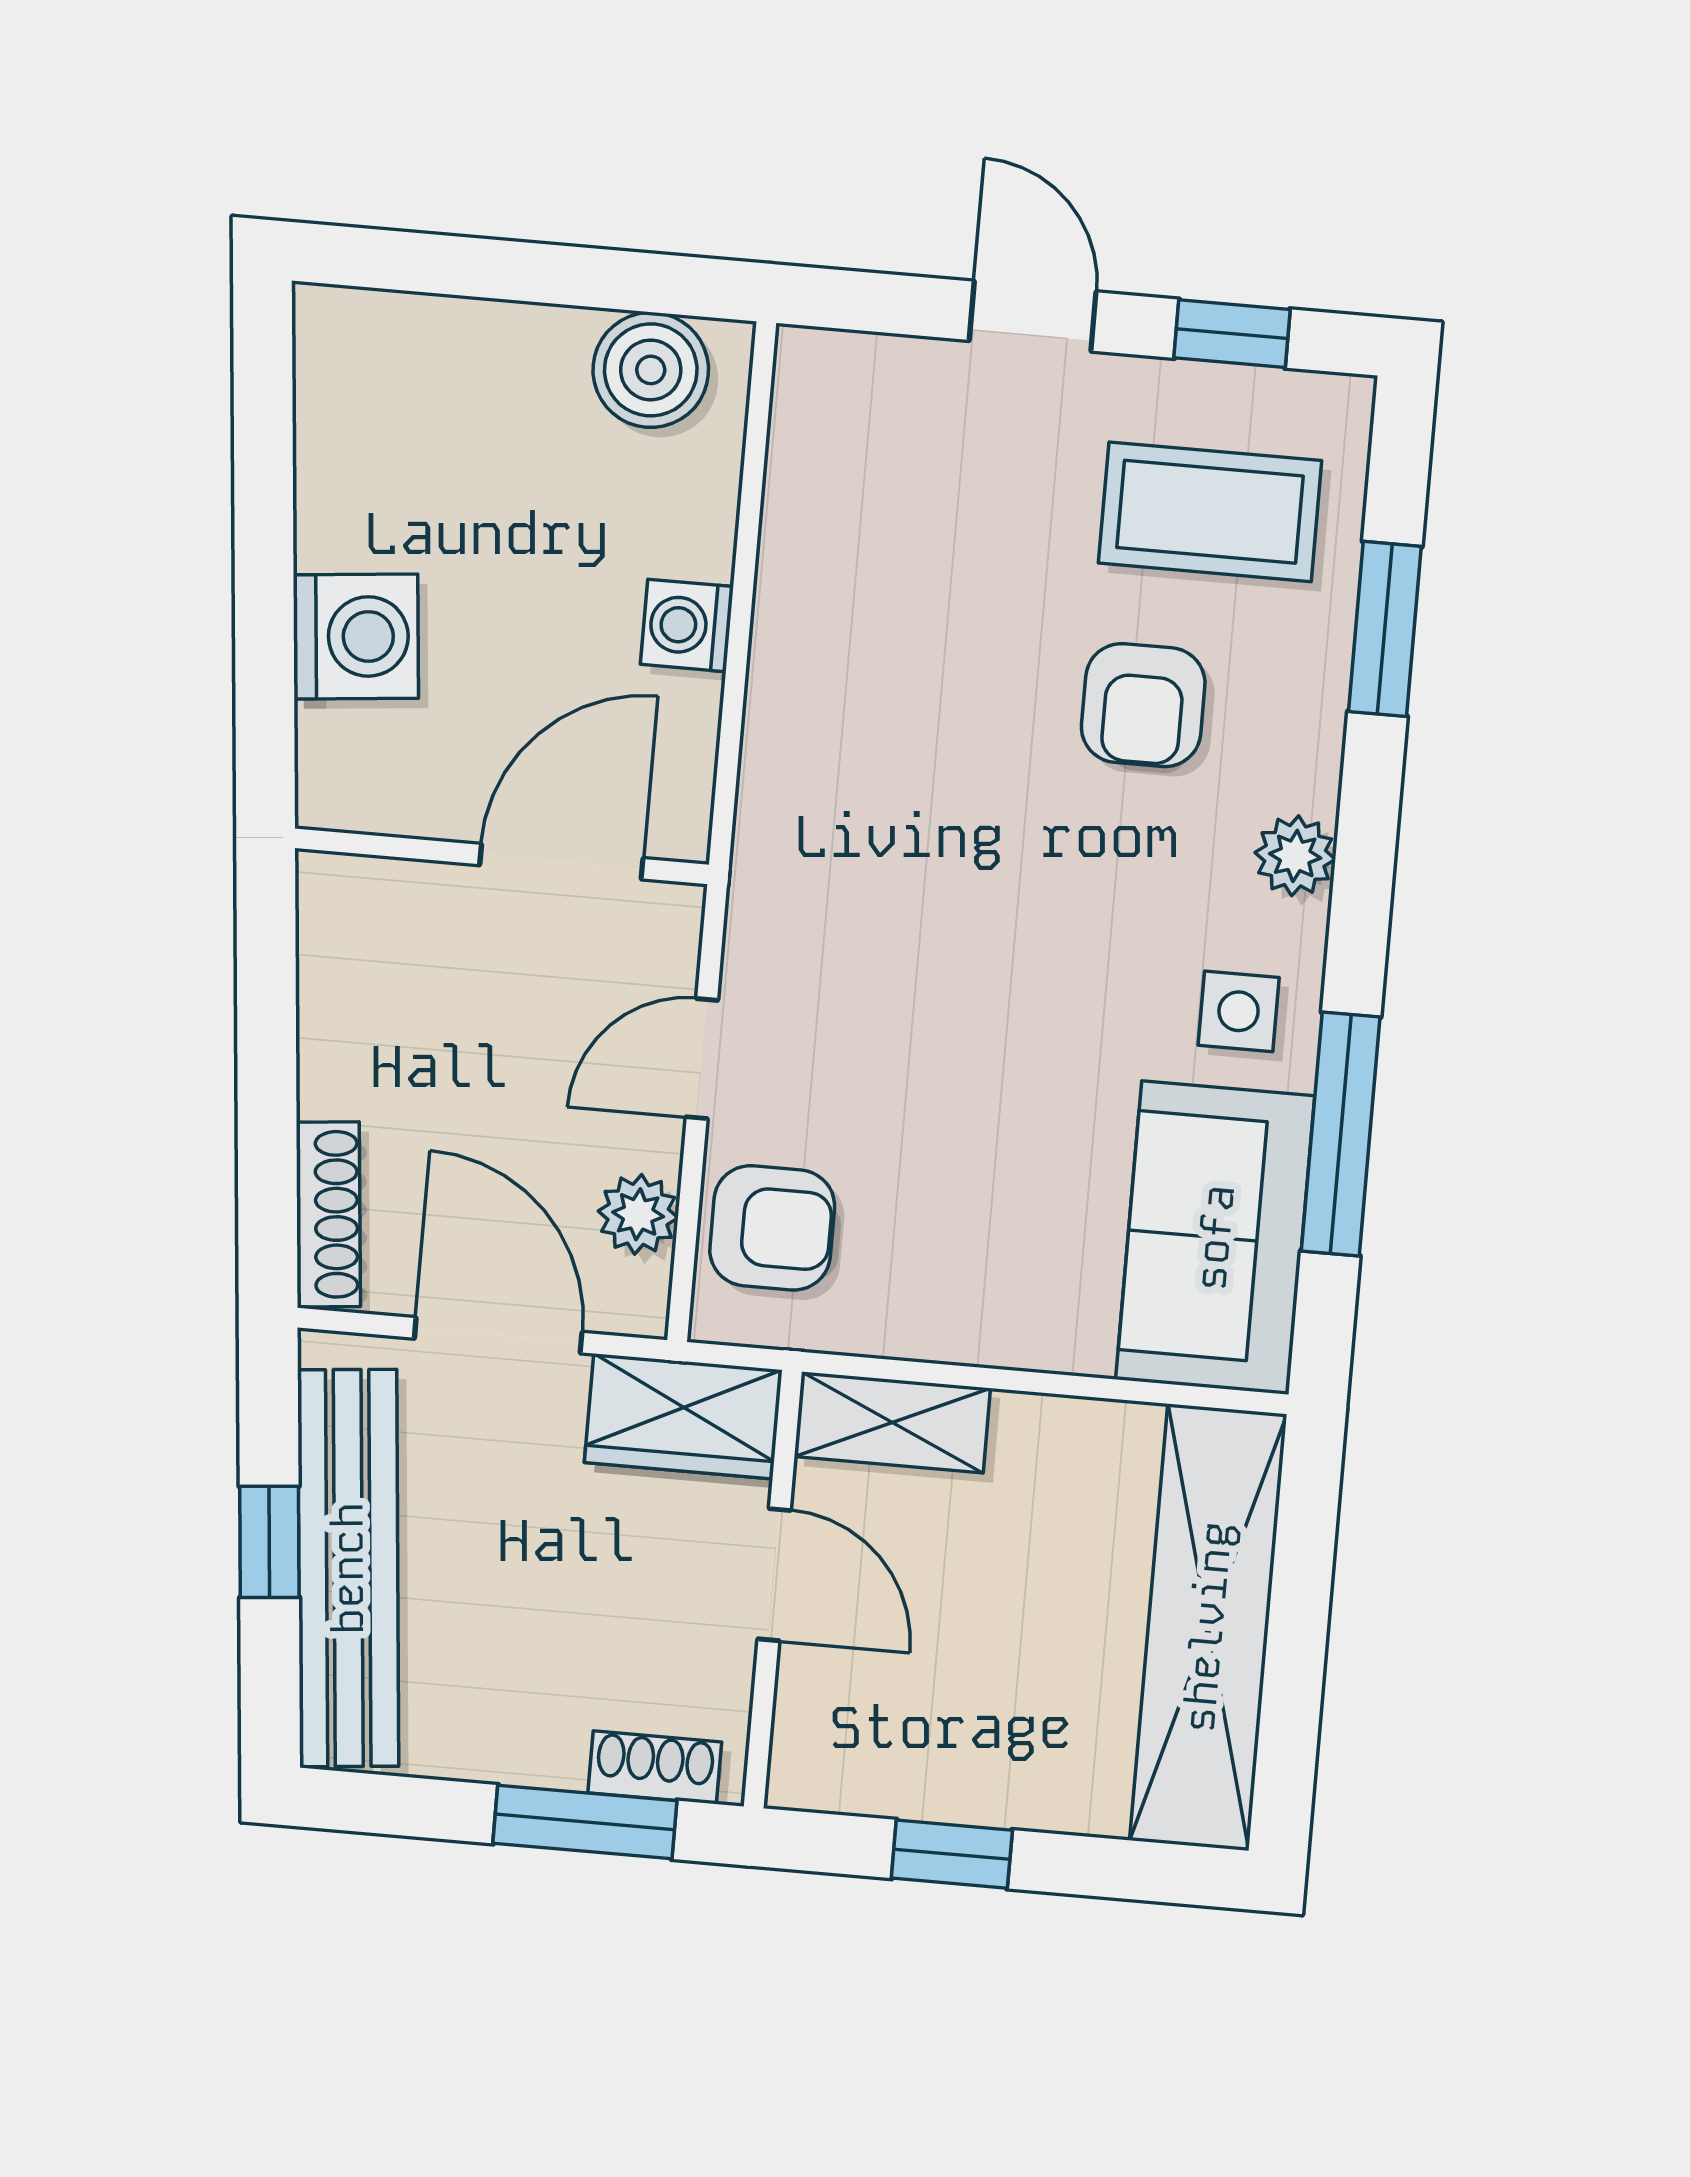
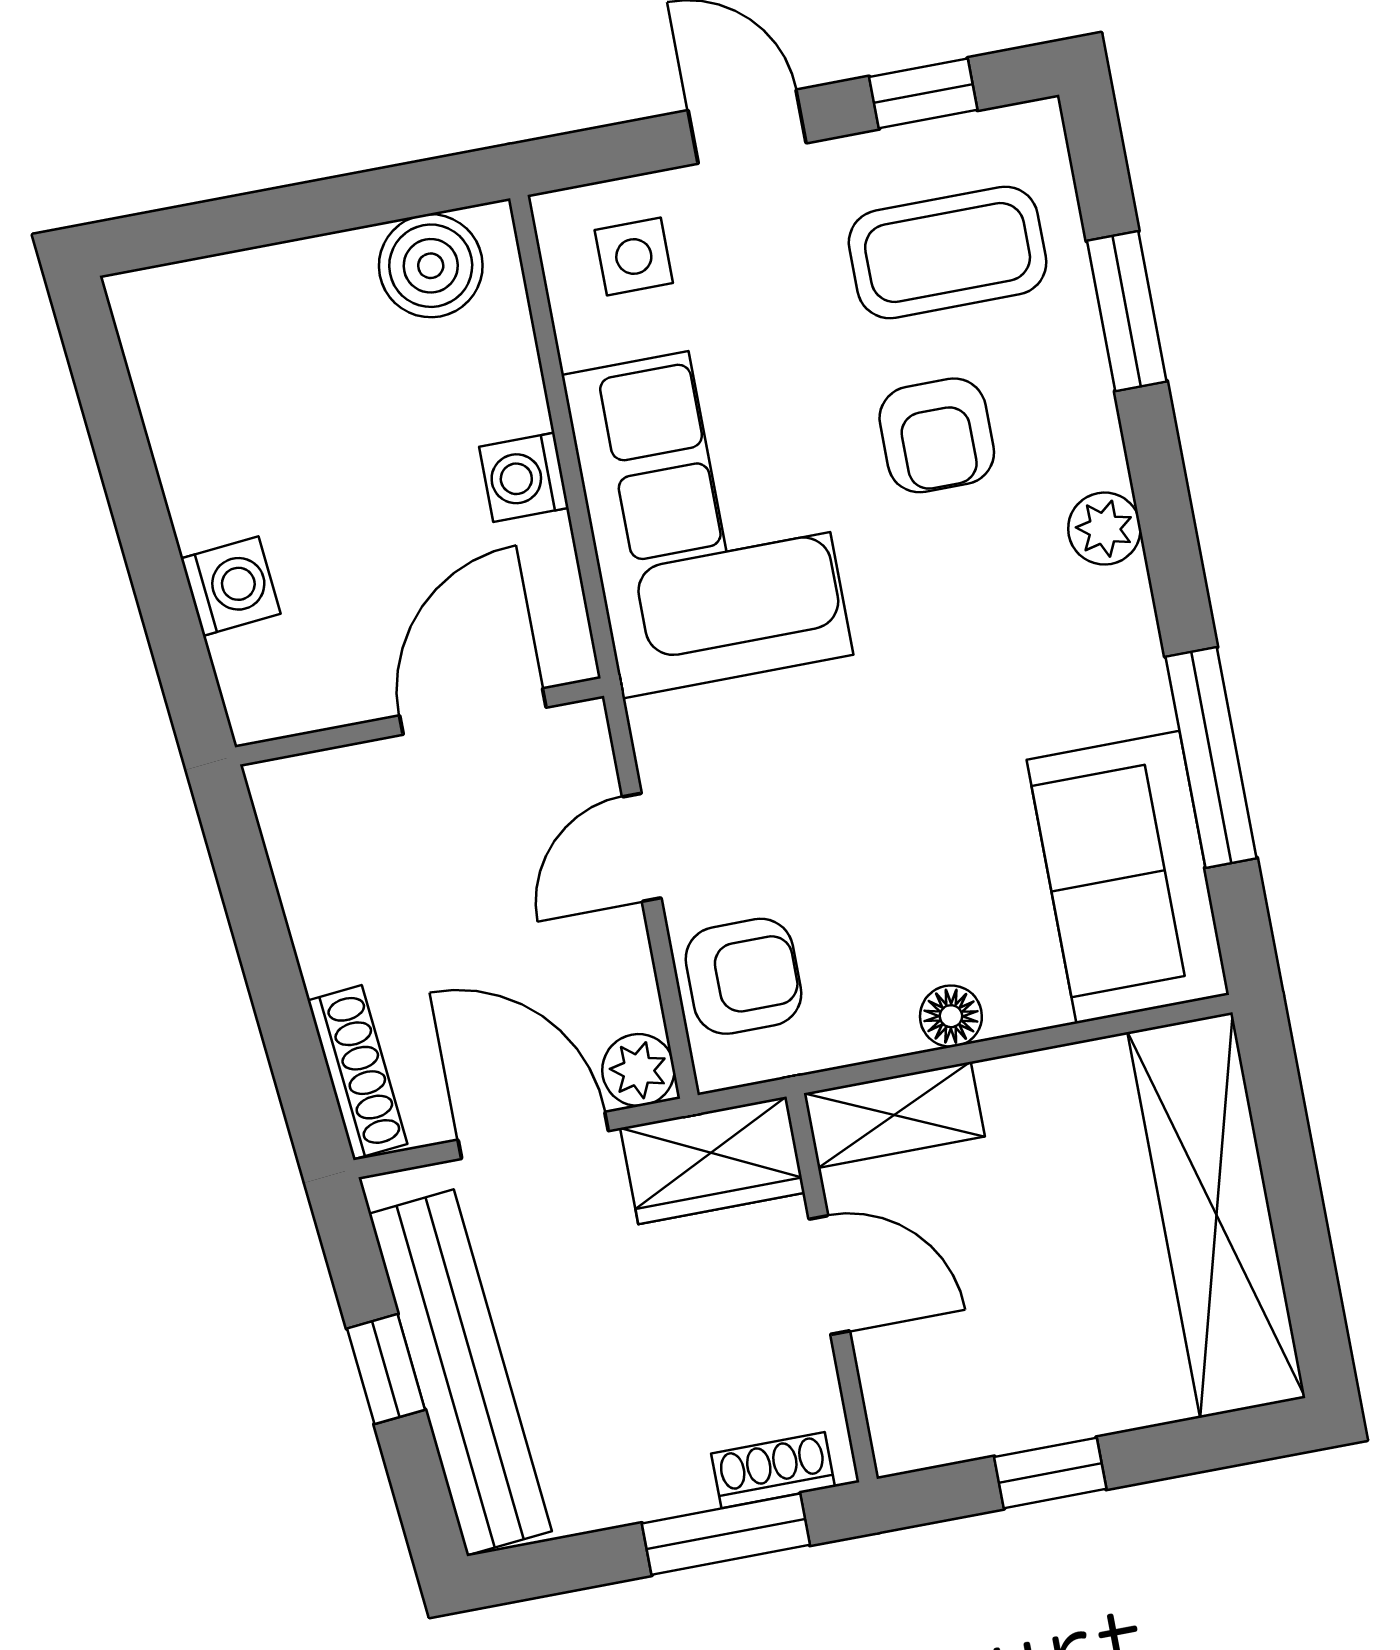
washing machine: (356, 637) -> (231, 586), width x0.73, depth x0.73
corner sofa: (873, 721) -> (707, 515), added
side table: (1239, 1011) -> (634, 257), moved
plant: (638, 1214) -> (638, 1070), moved
floor lamp: (983, 1333) -> (951, 1016), added

